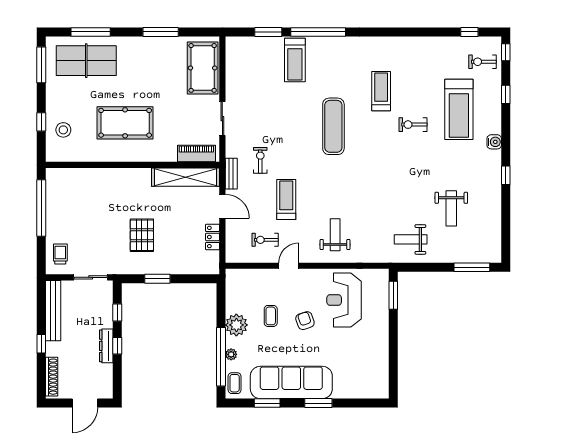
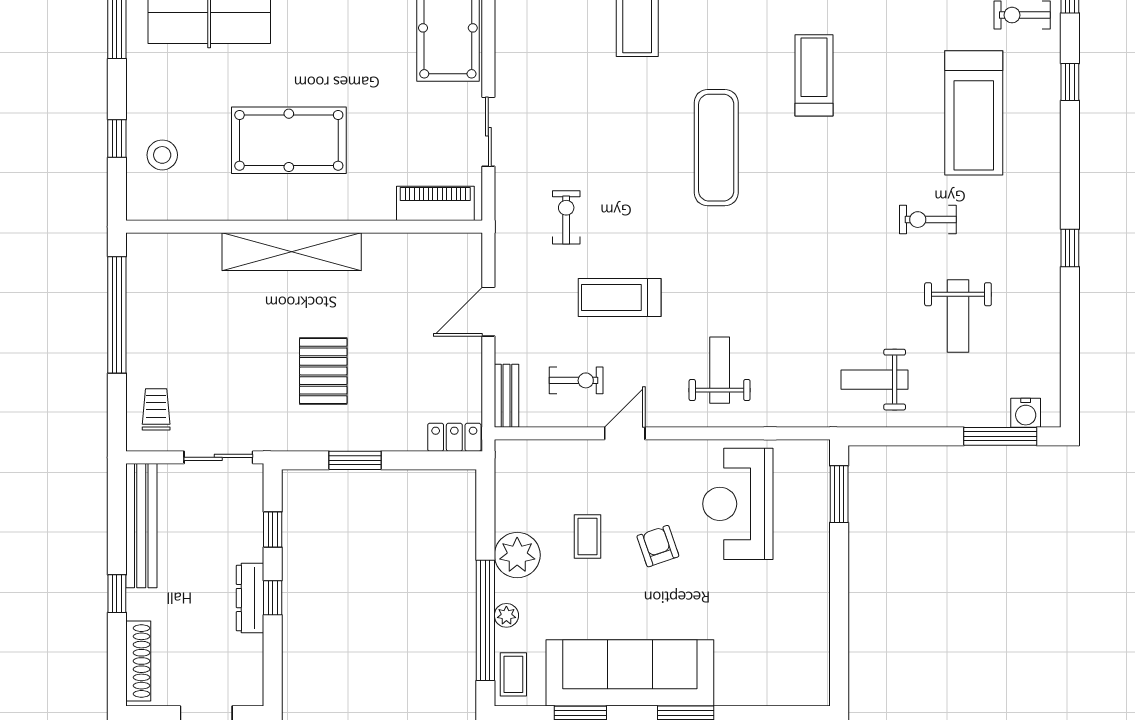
exercise bike: (413, 125) -> (928, 220), moved
water cooler: (494, 142) -> (1026, 413), moved, turned 90
bench: (231, 174) -> (507, 396), moved
shelving: (186, 177) -> (292, 252), moved
treadmill: (286, 199) -> (620, 297), turned -90
door: (222, 206) -> (488, 312), swing flipped
locker: (213, 237) -> (454, 437), moved, turned 90
exercise bike: (265, 240) -> (576, 380), turned 180

